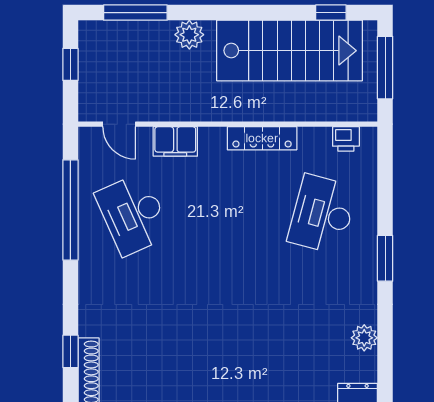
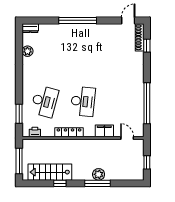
window: (135, 13) -> (97, 183), moved
window: (331, 13) -> (60, 183), moved
stairs: (289, 51) -> (50, 172), width x0.73, depth x0.66
desk: (133, 214) -> (83, 101), moved, turned 30
window: (385, 258) -> (19, 114), moved

